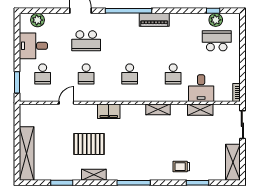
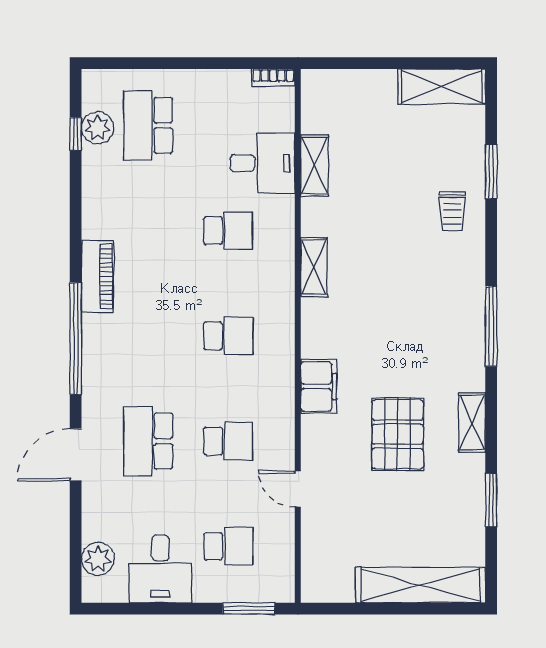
school desk: (86, 41) -> (148, 441), turned 180
sliding door: (242, 125) -> (351, 63), removed

